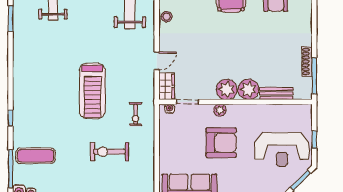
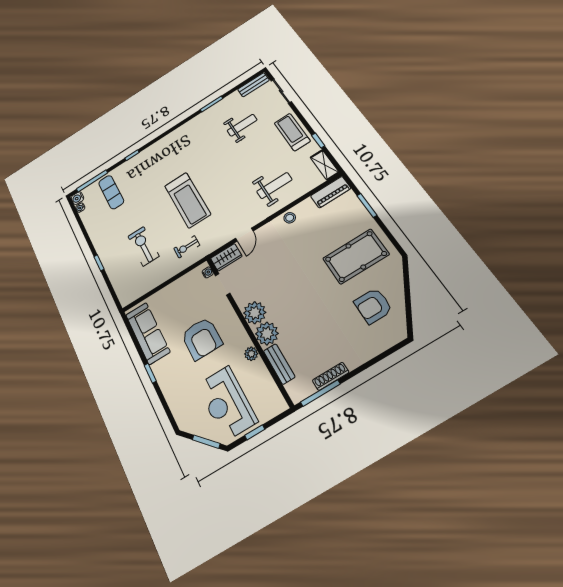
door: (157, 61) -> (244, 235), hinge flipped
treadmill: (92, 91) -> (187, 200), turned -90
plant: (220, 110) -> (251, 354), moved

